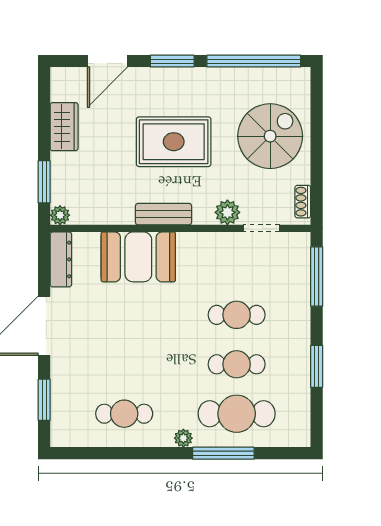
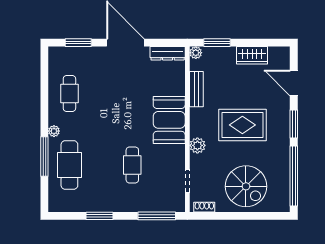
rug: (174, 142) -> (242, 125), turned 90
plant: (227, 212) -> (197, 145), moved
bench: (163, 214) -> (196, 89), moved
booth: (138, 257) -> (169, 120), moved
cafe table: (237, 364) -> (101, 165), removed

